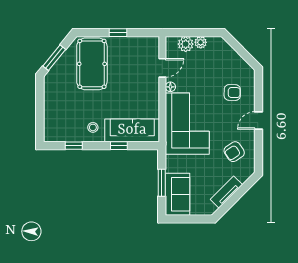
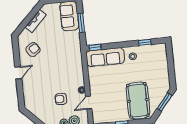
armchair: (232, 92) -> (61, 99), moved
corner sofa: (187, 124) -> (68, 66), removed
window: (119, 146) -> (95, 47), moved

